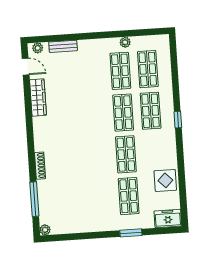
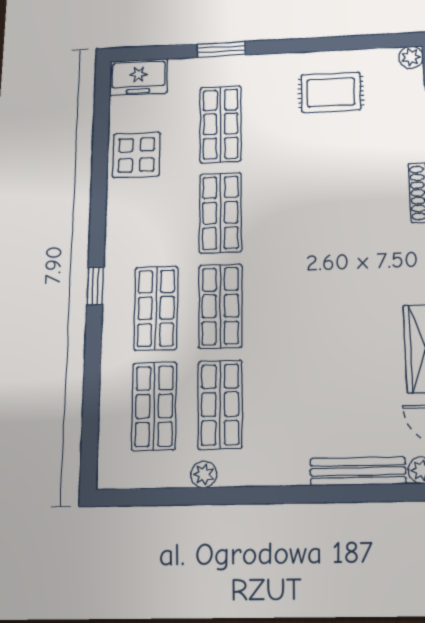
bench: (63, 46) -> (358, 471), width x1.36
rug: (80, 212) -> (331, 92), added

